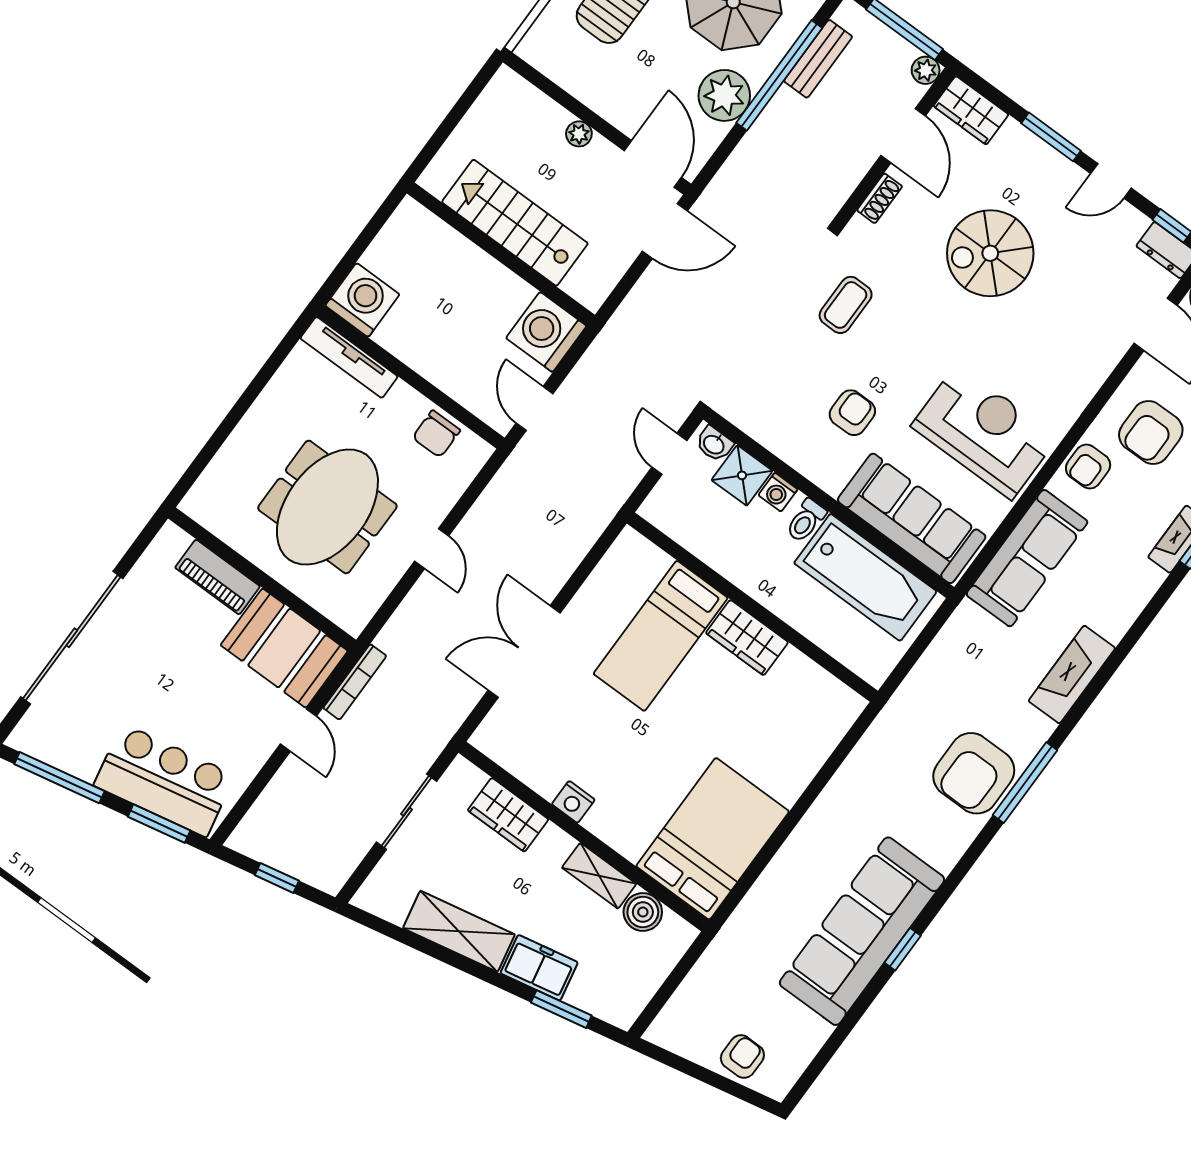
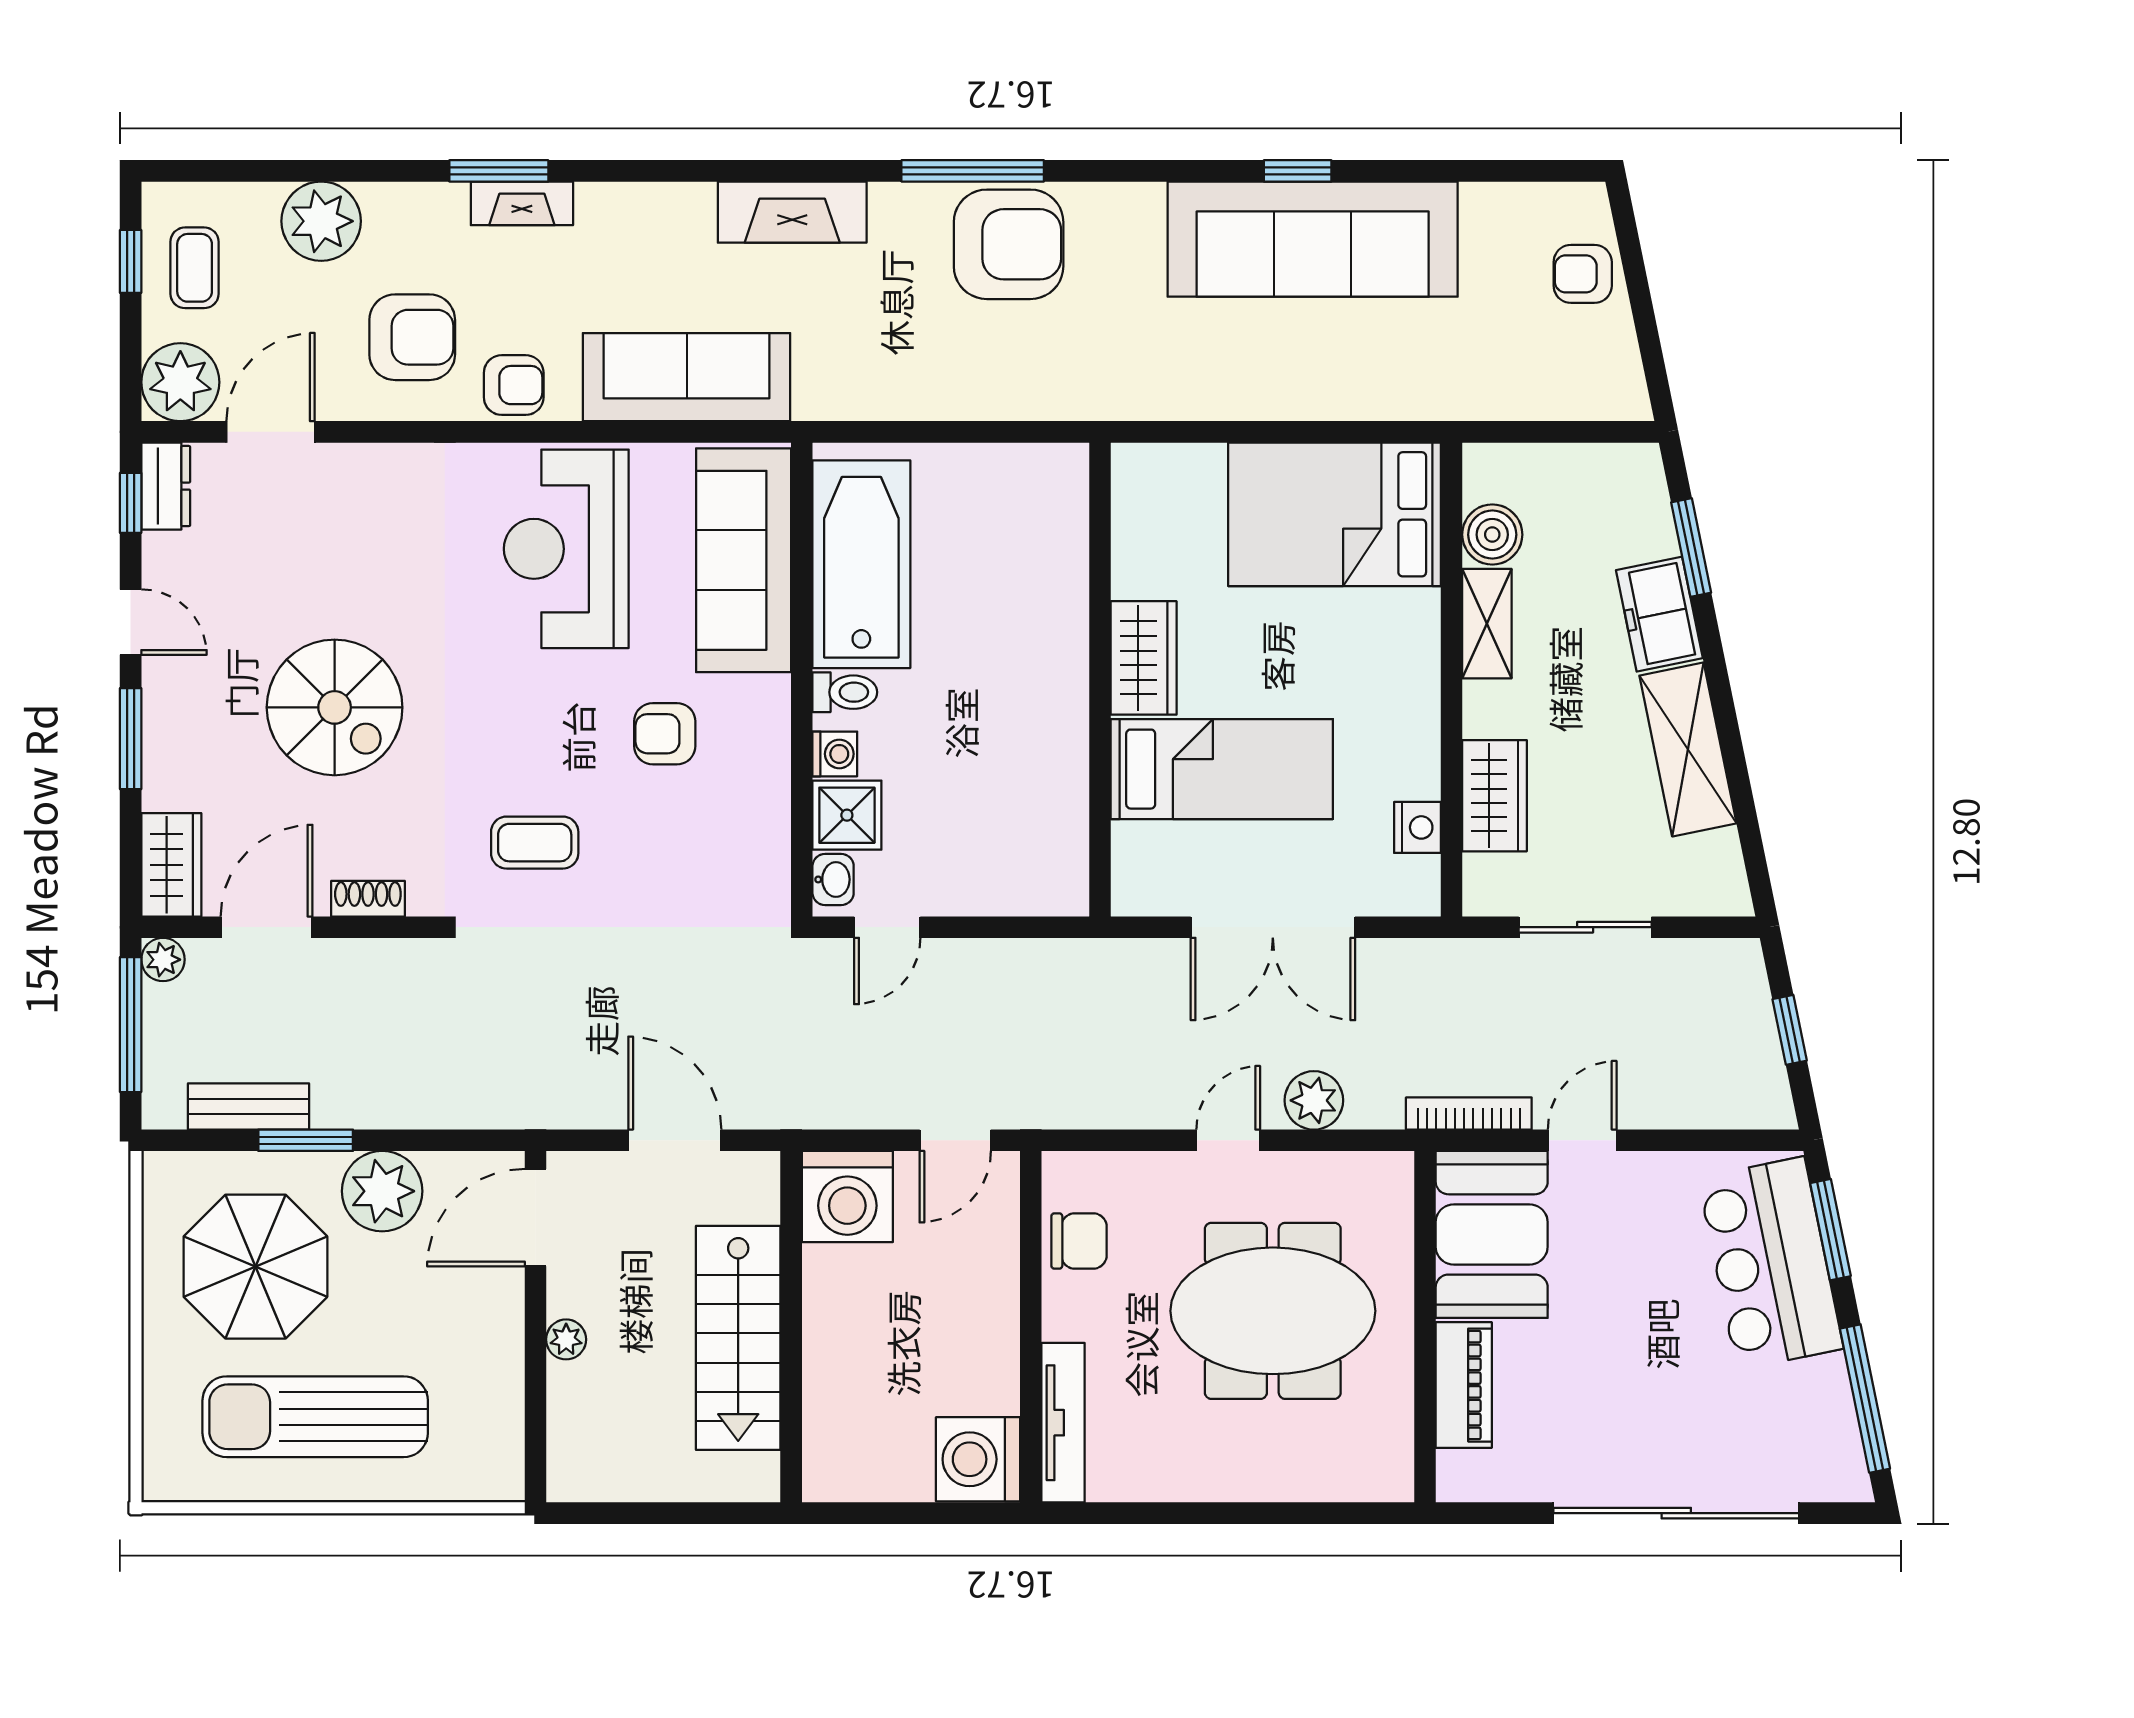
window: (779, 75) -> (306, 1140), width x0.47
door: (665, 231) -> (675, 1140), moved
plant: (420, 607) -> (1314, 1100), added
wall: (752, 607) -> (1100, 680), moved
bed: (661, 636) -> (1222, 769), moved
wardrobe: (747, 638) -> (1144, 658), moved
nightstand: (573, 802) -> (1417, 827), moved

